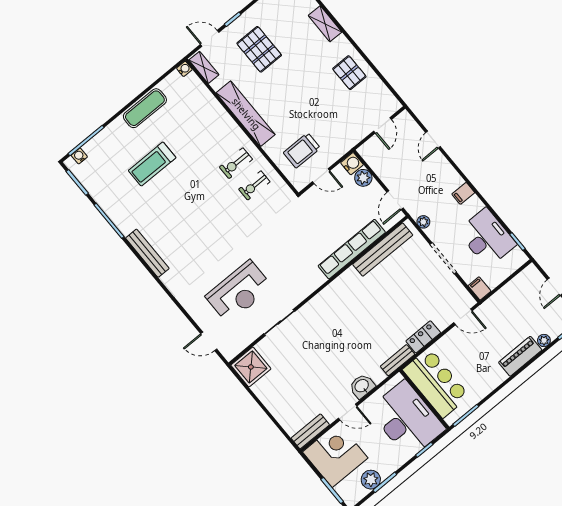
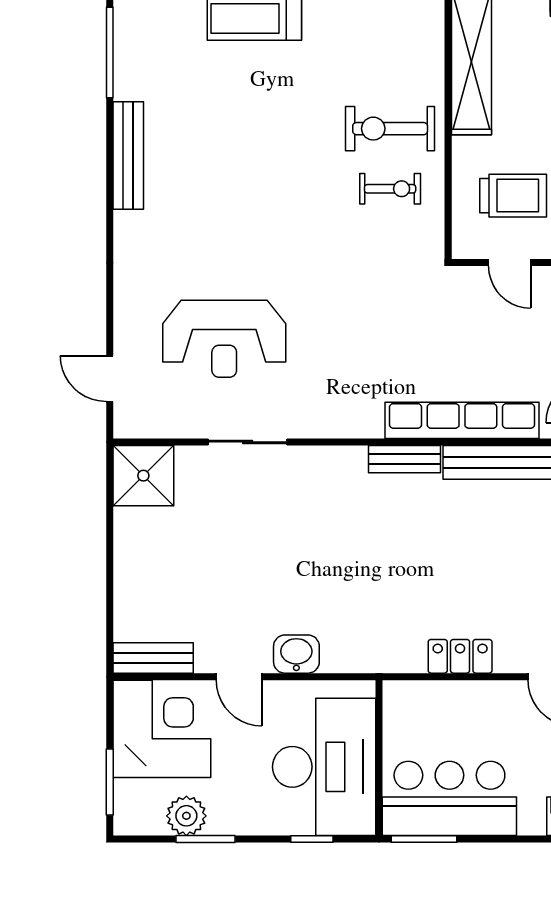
trolley: (302, 150) -> (513, 196), turned 180
exercise bike: (236, 163) -> (390, 129), width x1.38, depth x1.39
exercise bike: (254, 185) -> (390, 189), turned 180
bench: (398, 360) -> (405, 459), moved
bar counter: (436, 383) -> (449, 798), moved, turned -90

